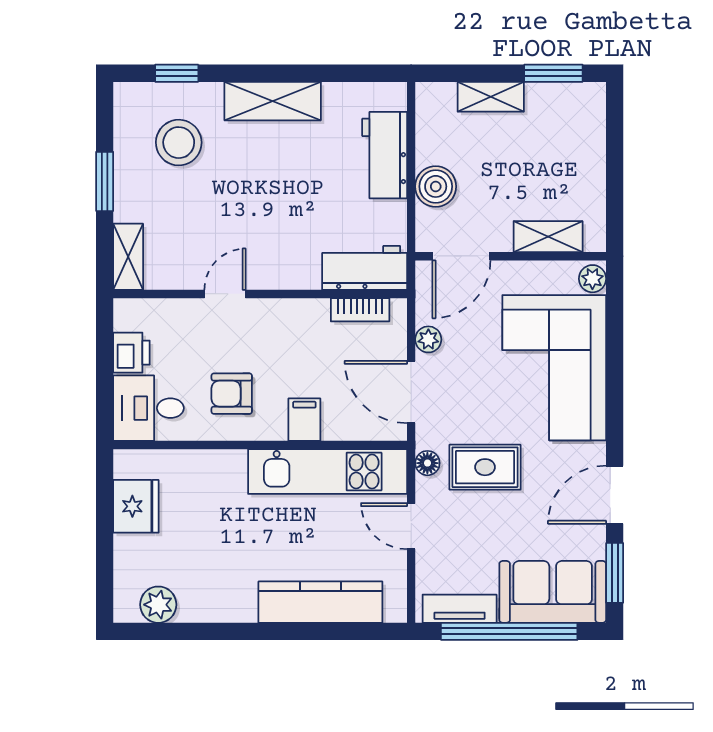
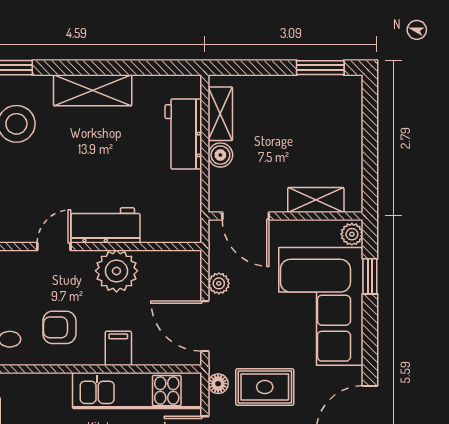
shelving: (491, 97) -> (220, 114), moved, turned 90
boiler: (436, 186) -> (220, 155), width x0.73, depth x0.73
door: (461, 256) -> (246, 216), hinge flipped
workbench: (365, 268) -> (105, 225), moved
bookcase: (360, 310) -> (164, 259), removed
plant: (302, 324) -> (116, 271), added
window: (615, 330) -> (370, 276), added

